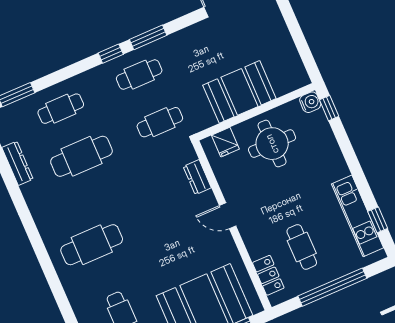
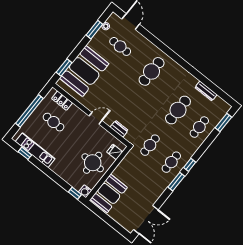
booth: (239, 92) -> (109, 193), moved

